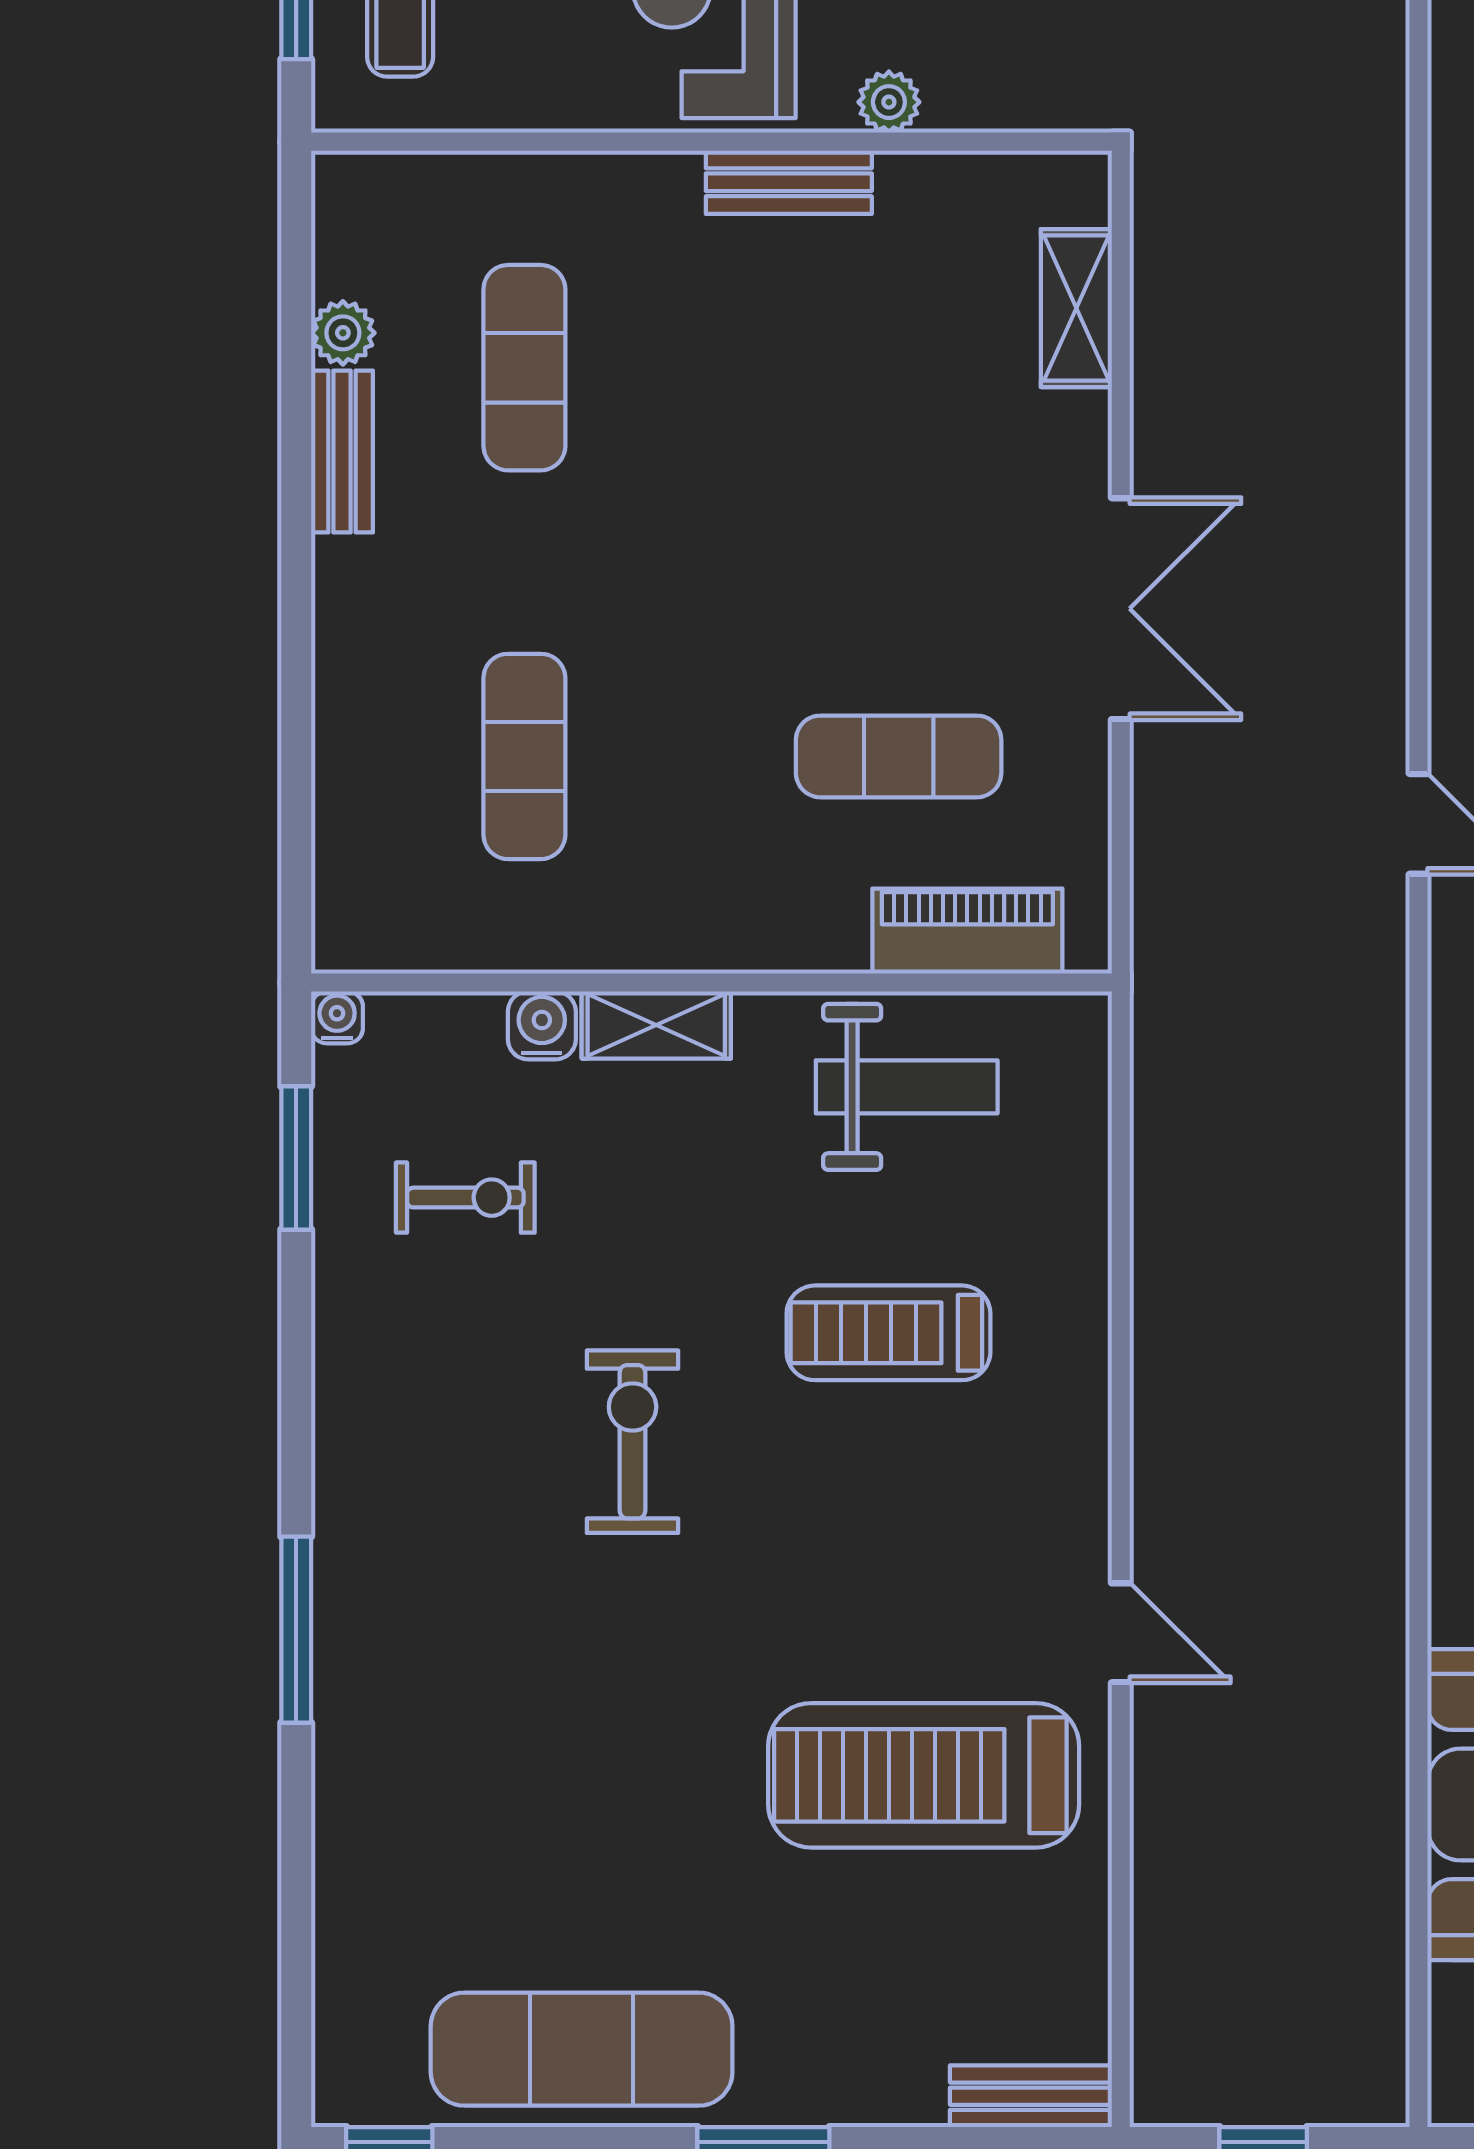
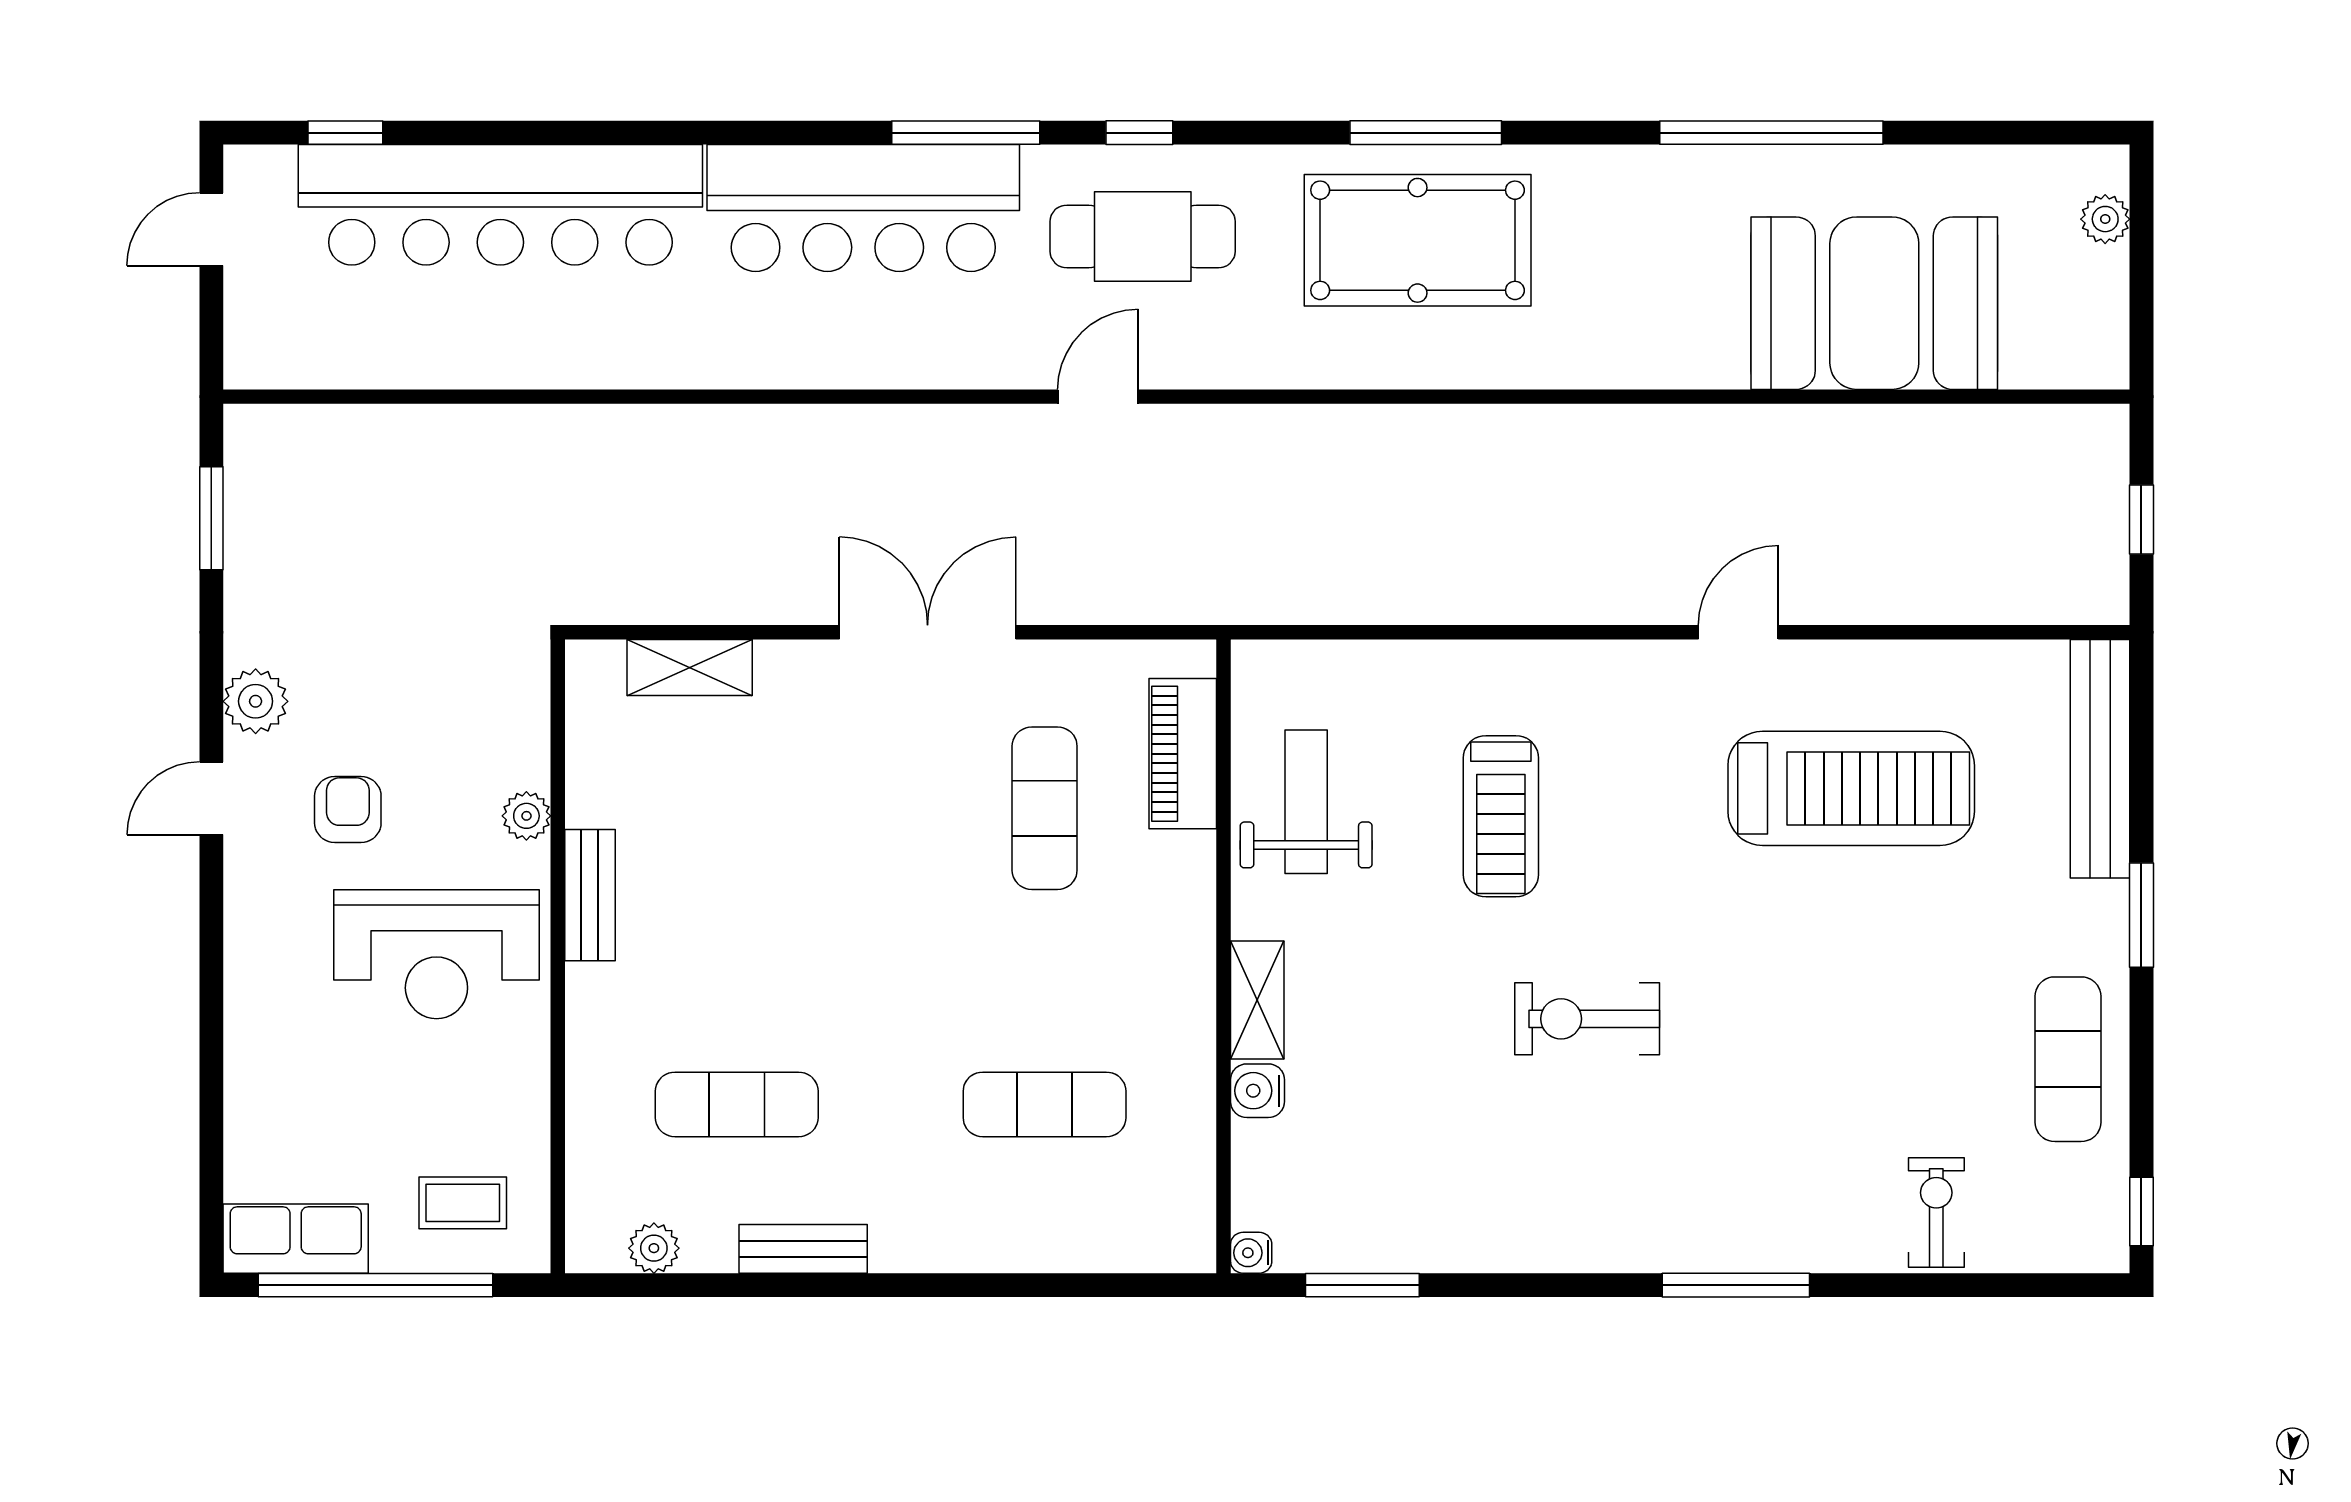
plant: (343, 333) -> (654, 1248), moved
exercise bike: (465, 1198) -> (1936, 1212), moved
treadmill: (924, 1775) -> (1851, 788), turned -90
exercise mat: (582, 2049) -> (2068, 1059), width x0.73, depth x0.69
bench: (1031, 2096) -> (2100, 759), width x1.86, depth x1.21

